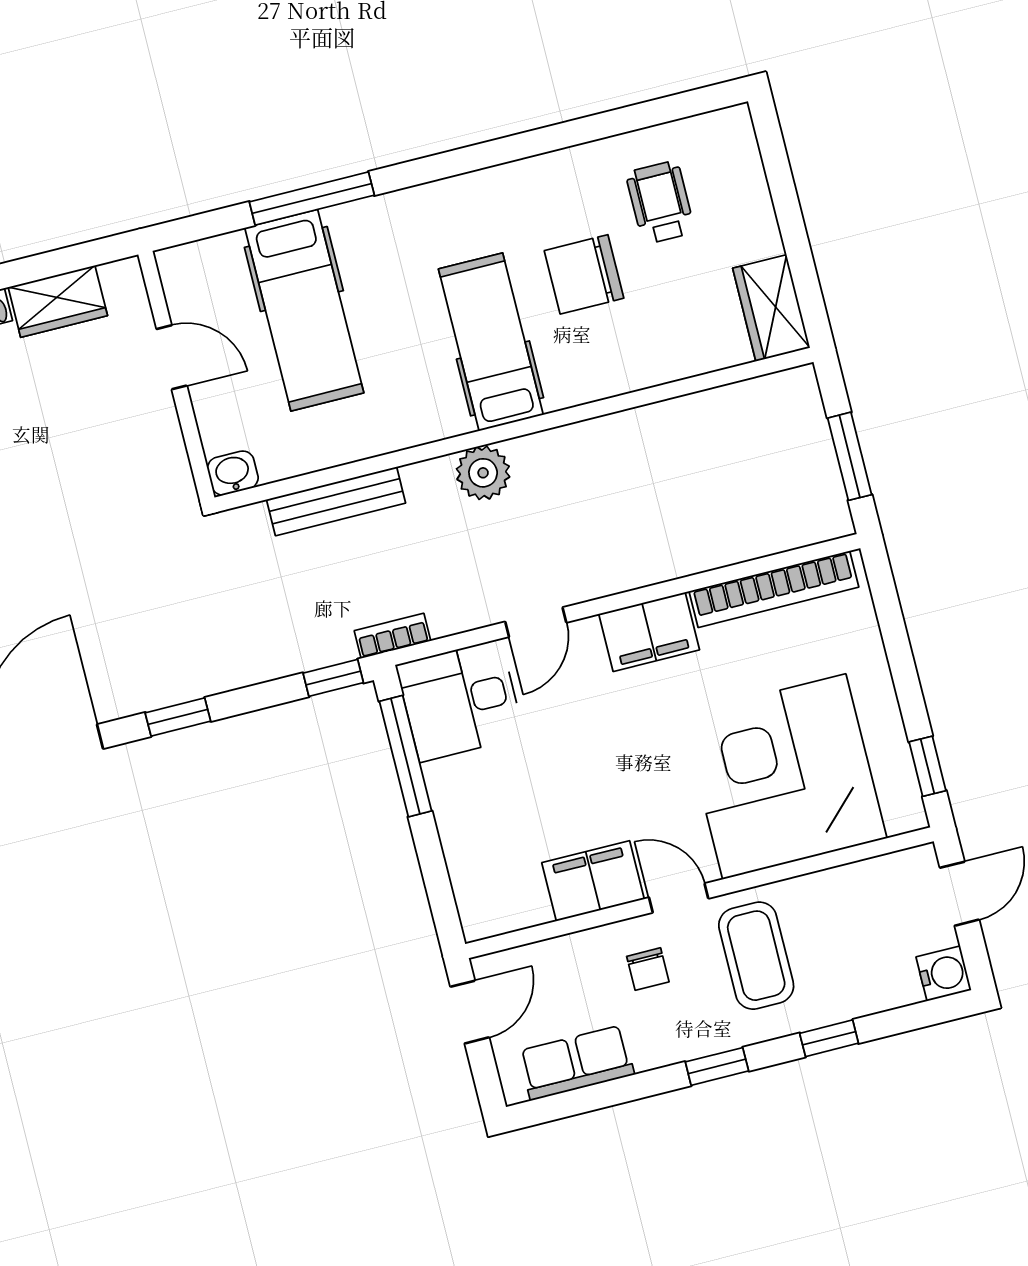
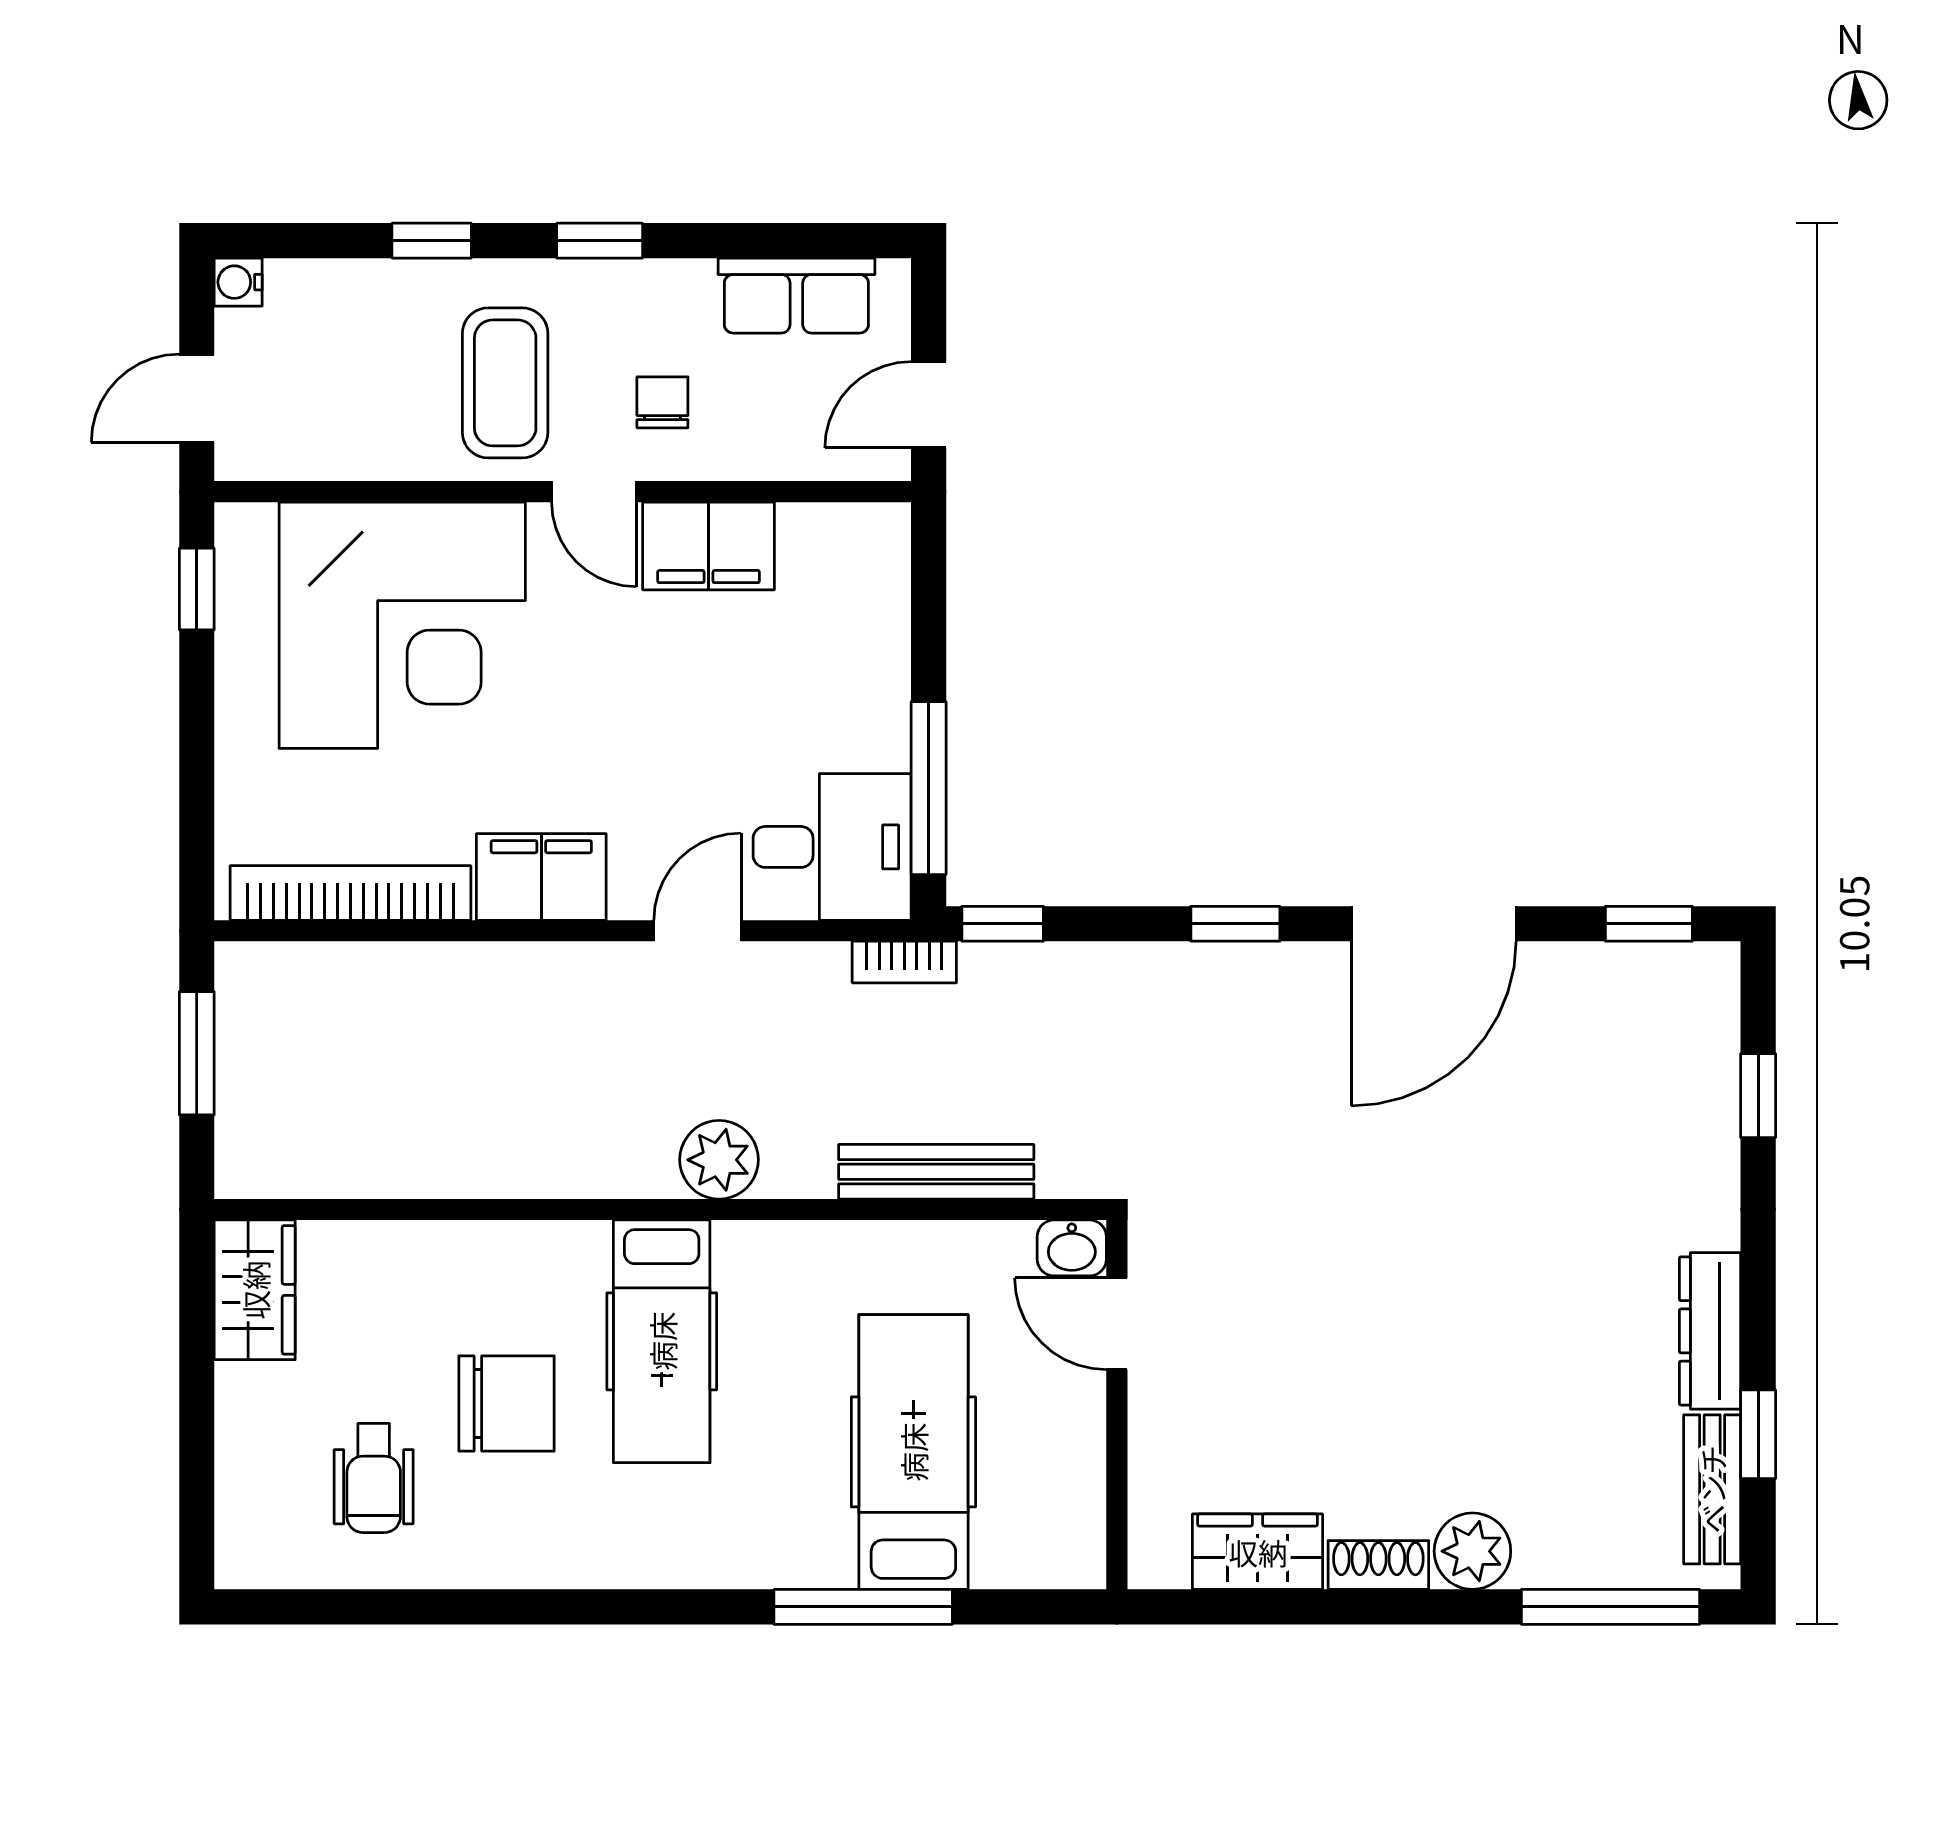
door: (172, 357) -> (1117, 1324), moved
water cooler: (944, 974) -> (238, 282), width x0.72, depth x0.72

